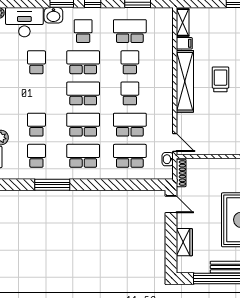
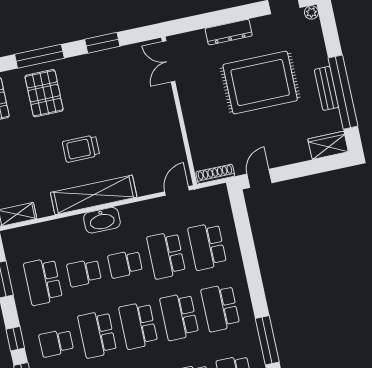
filing cabinet: (184, 43) -> (44, 206), removed
washbasin: (168, 159) -> (102, 220), moved, width x1.91, depth x1.45
wardrobe: (184, 242) -> (328, 145), moved

